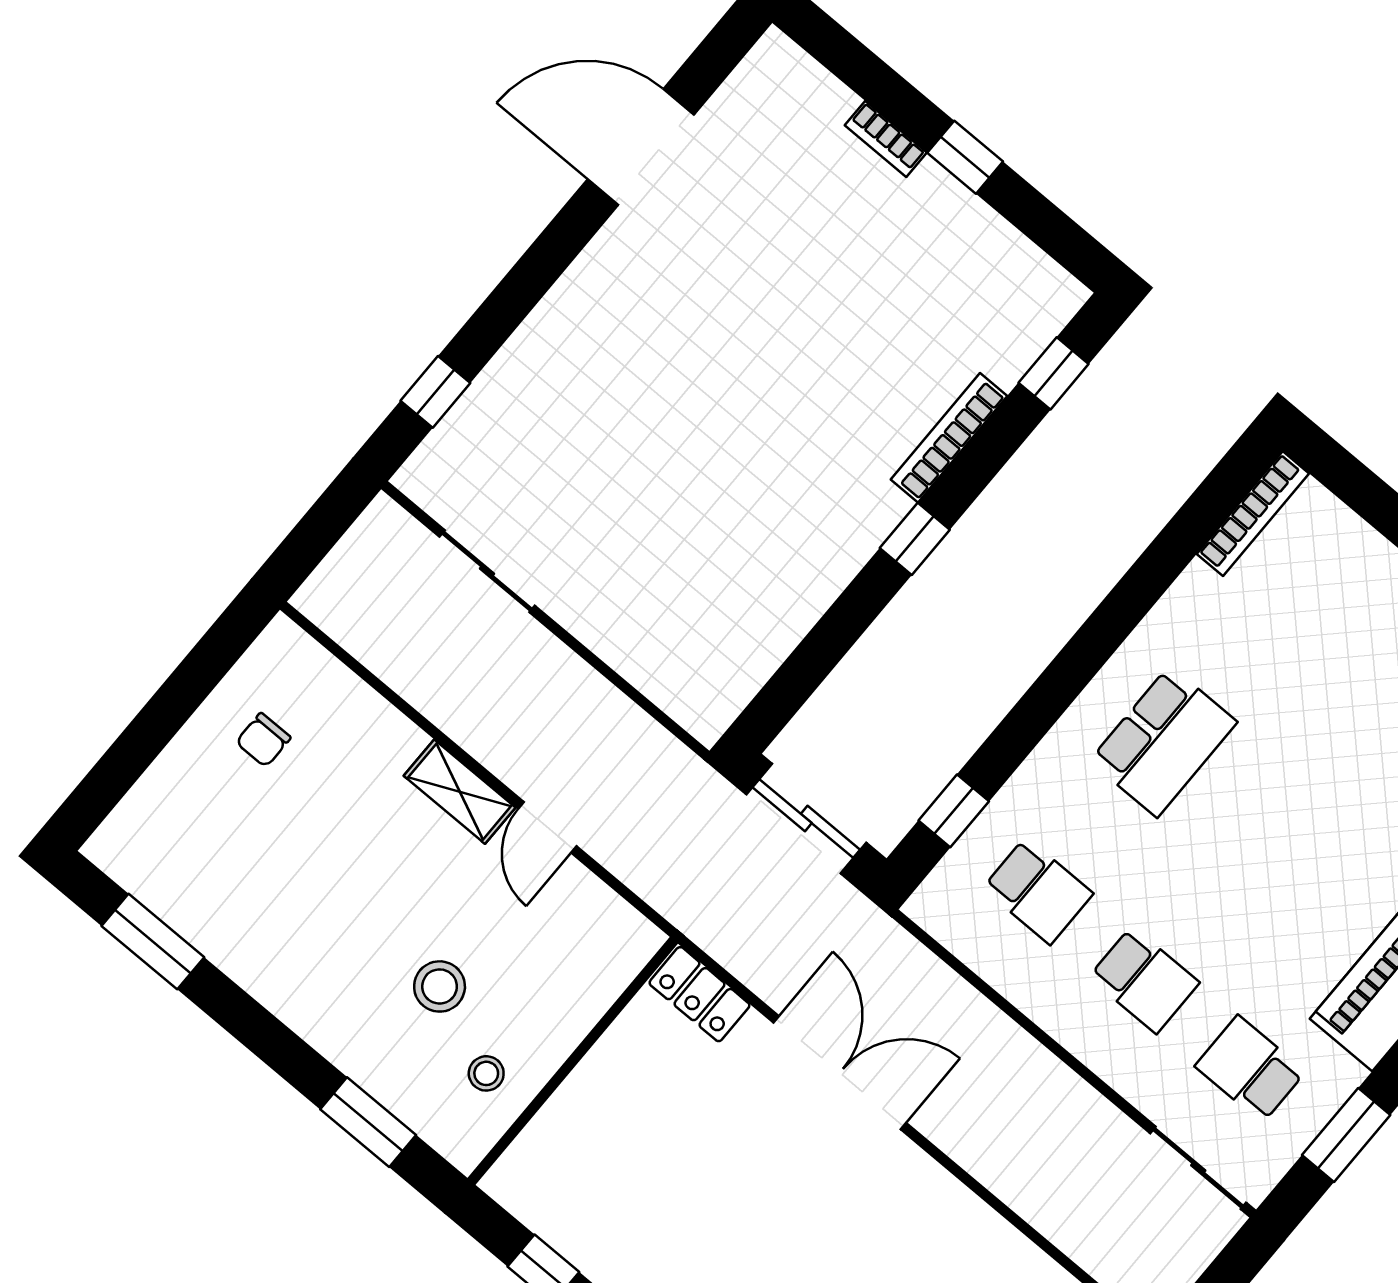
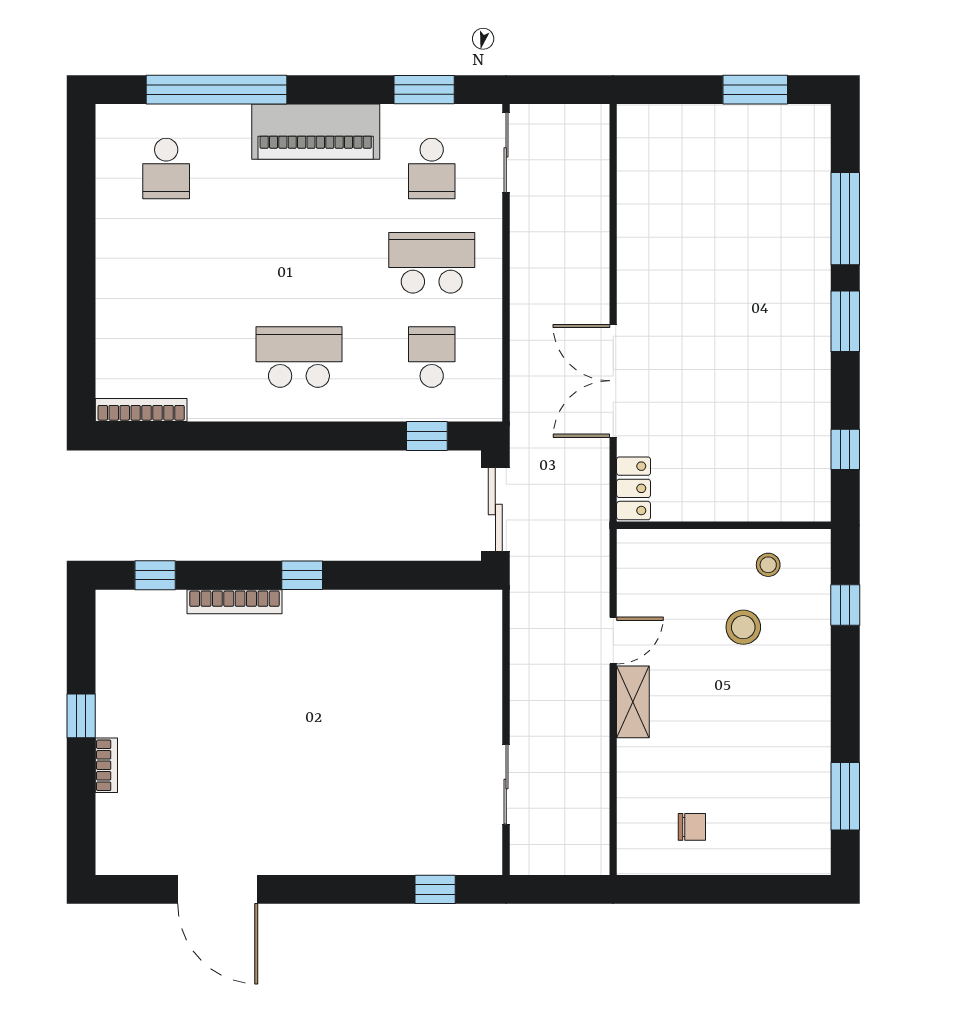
school desk: (1144, 980) -> (432, 263), width x1.85
window: (368, 1122) -> (845, 605), width x0.67

